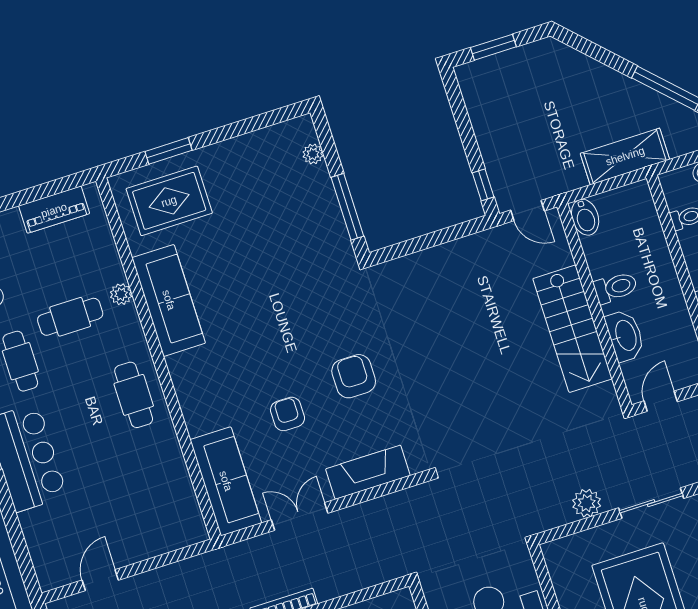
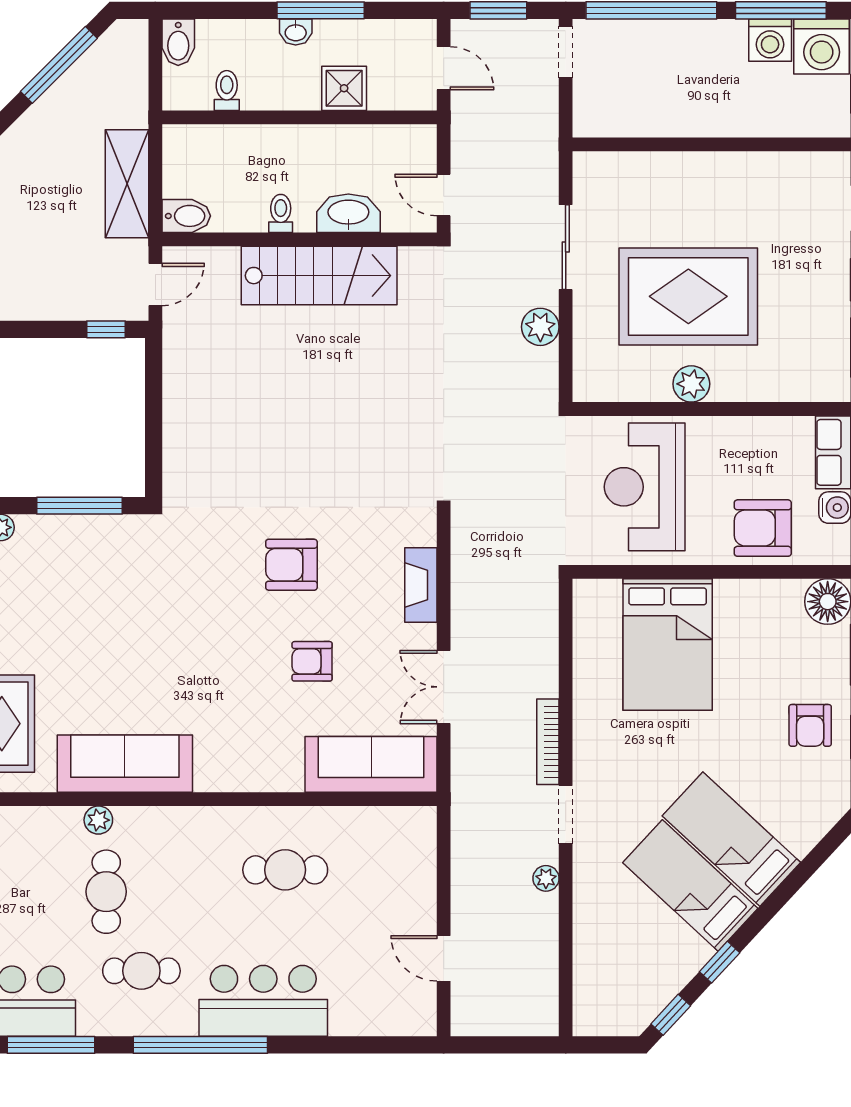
shelving: (625, 156) -> (127, 184), moved
toilet: (616, 287) -> (281, 213), width x0.73, depth x0.72
cafe table: (134, 395) -> (285, 870), moved
fireplace: (368, 472) -> (421, 585), width x0.73, depth x0.76

